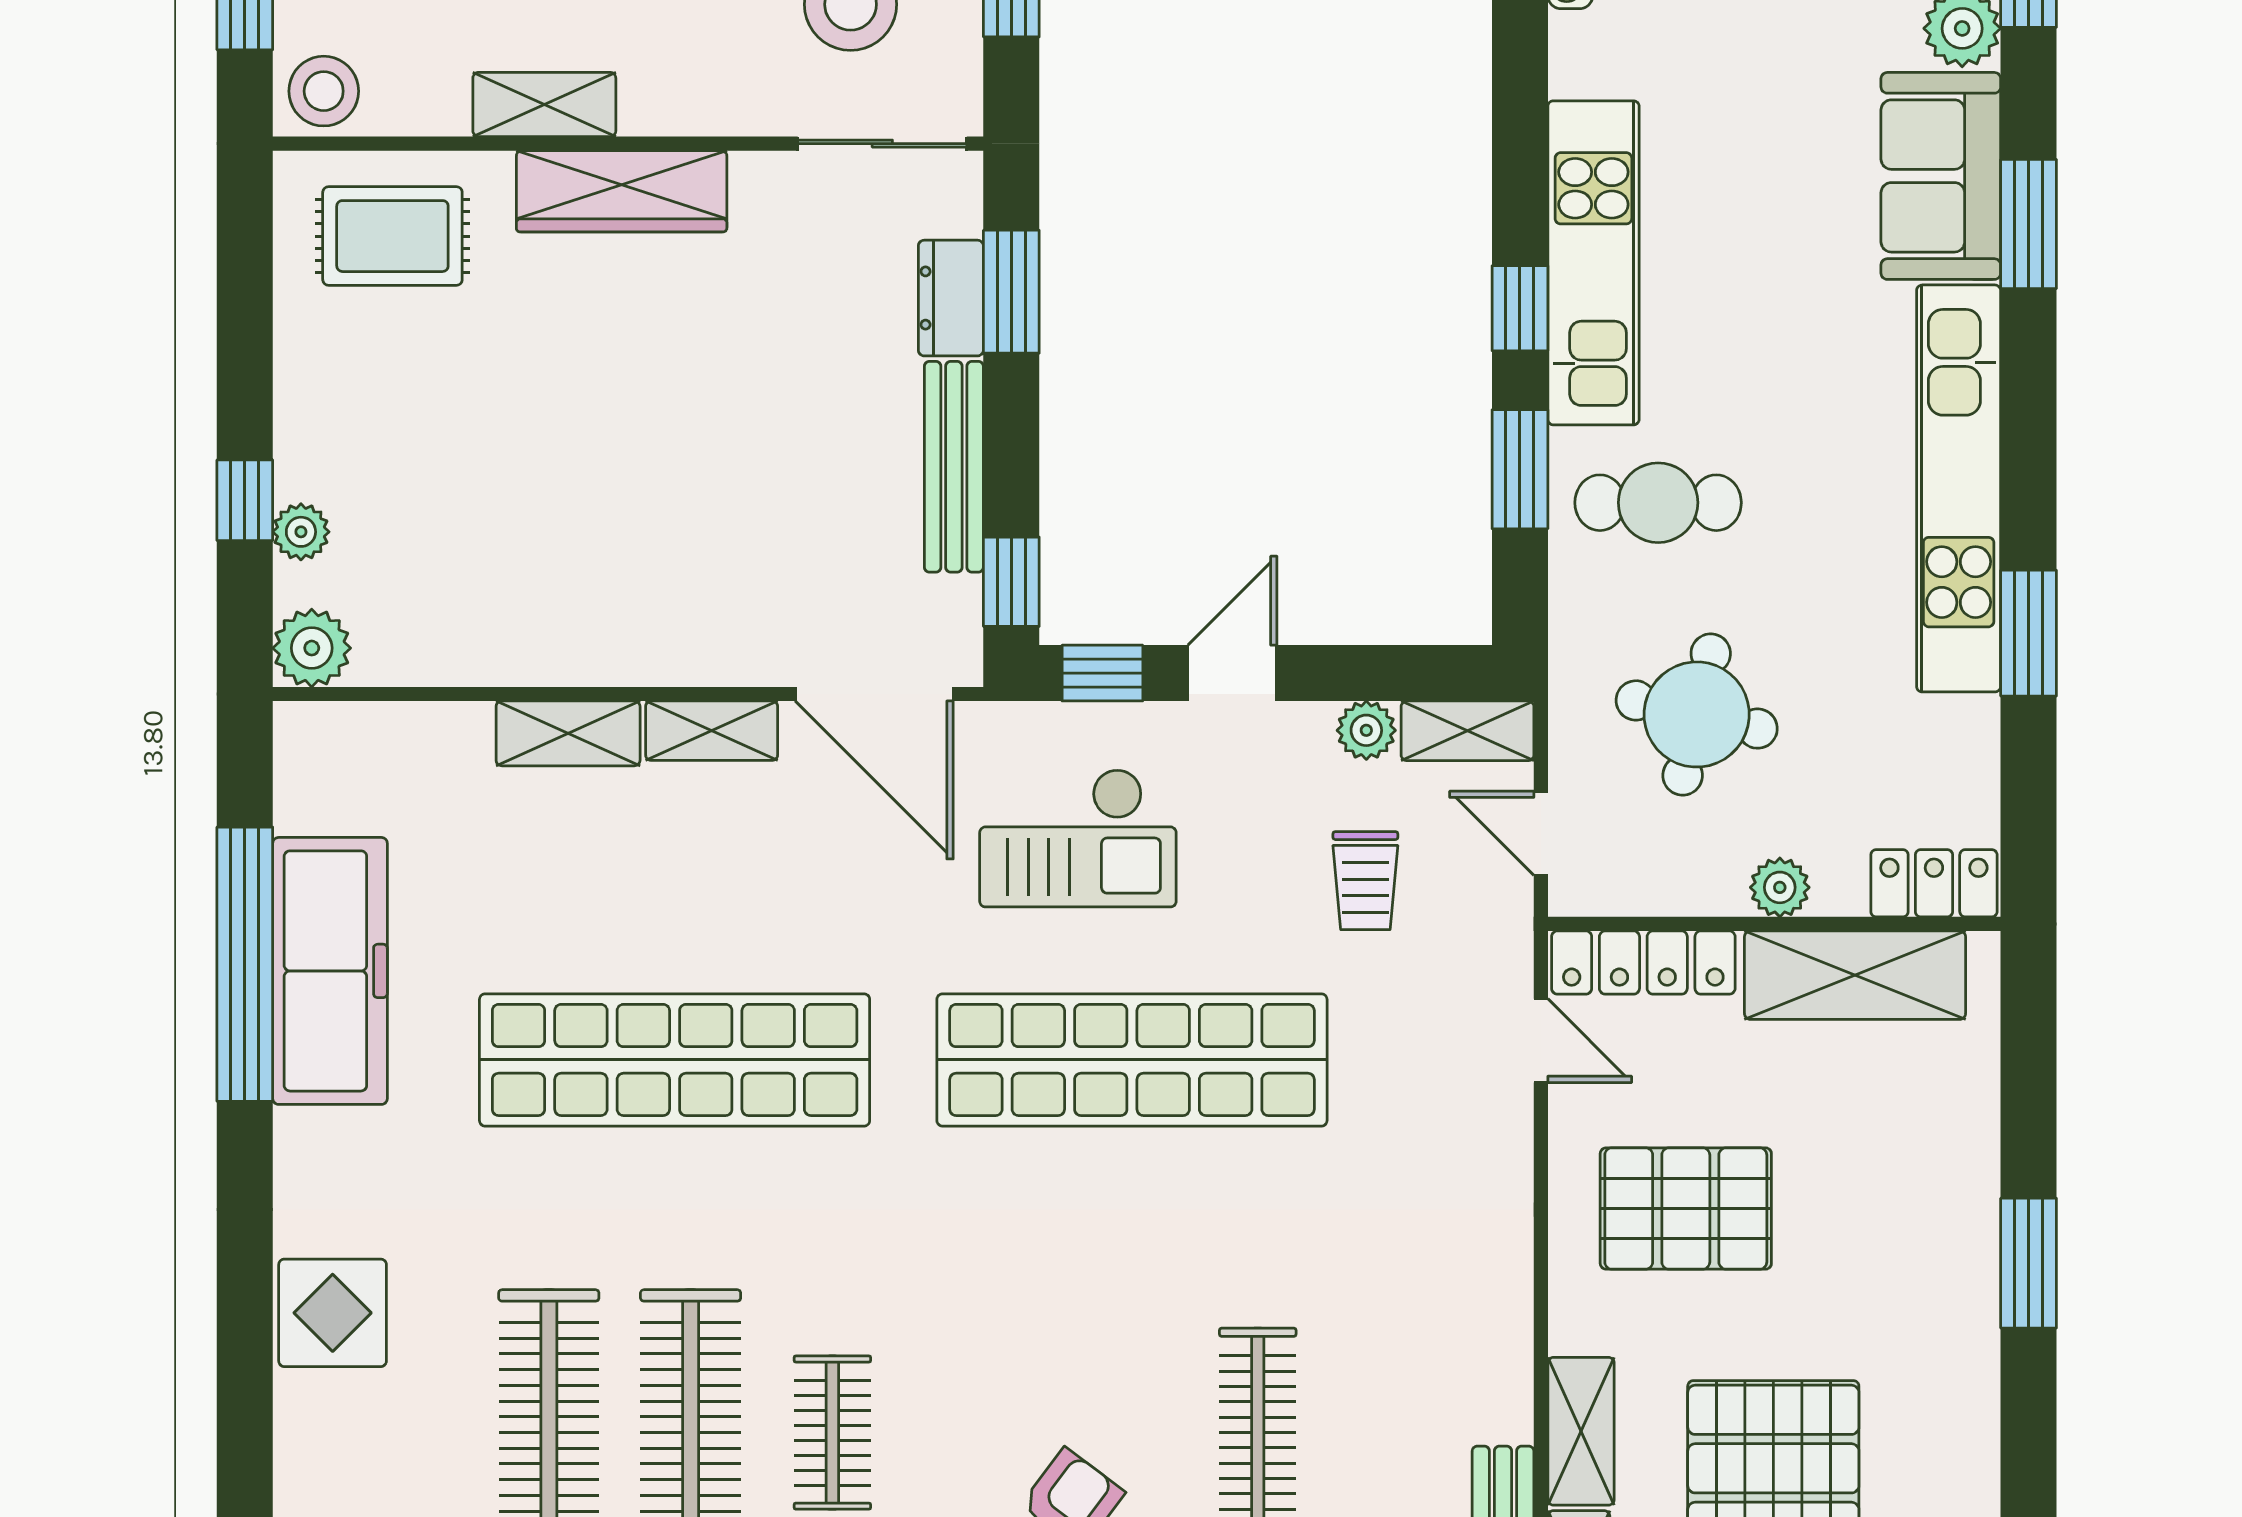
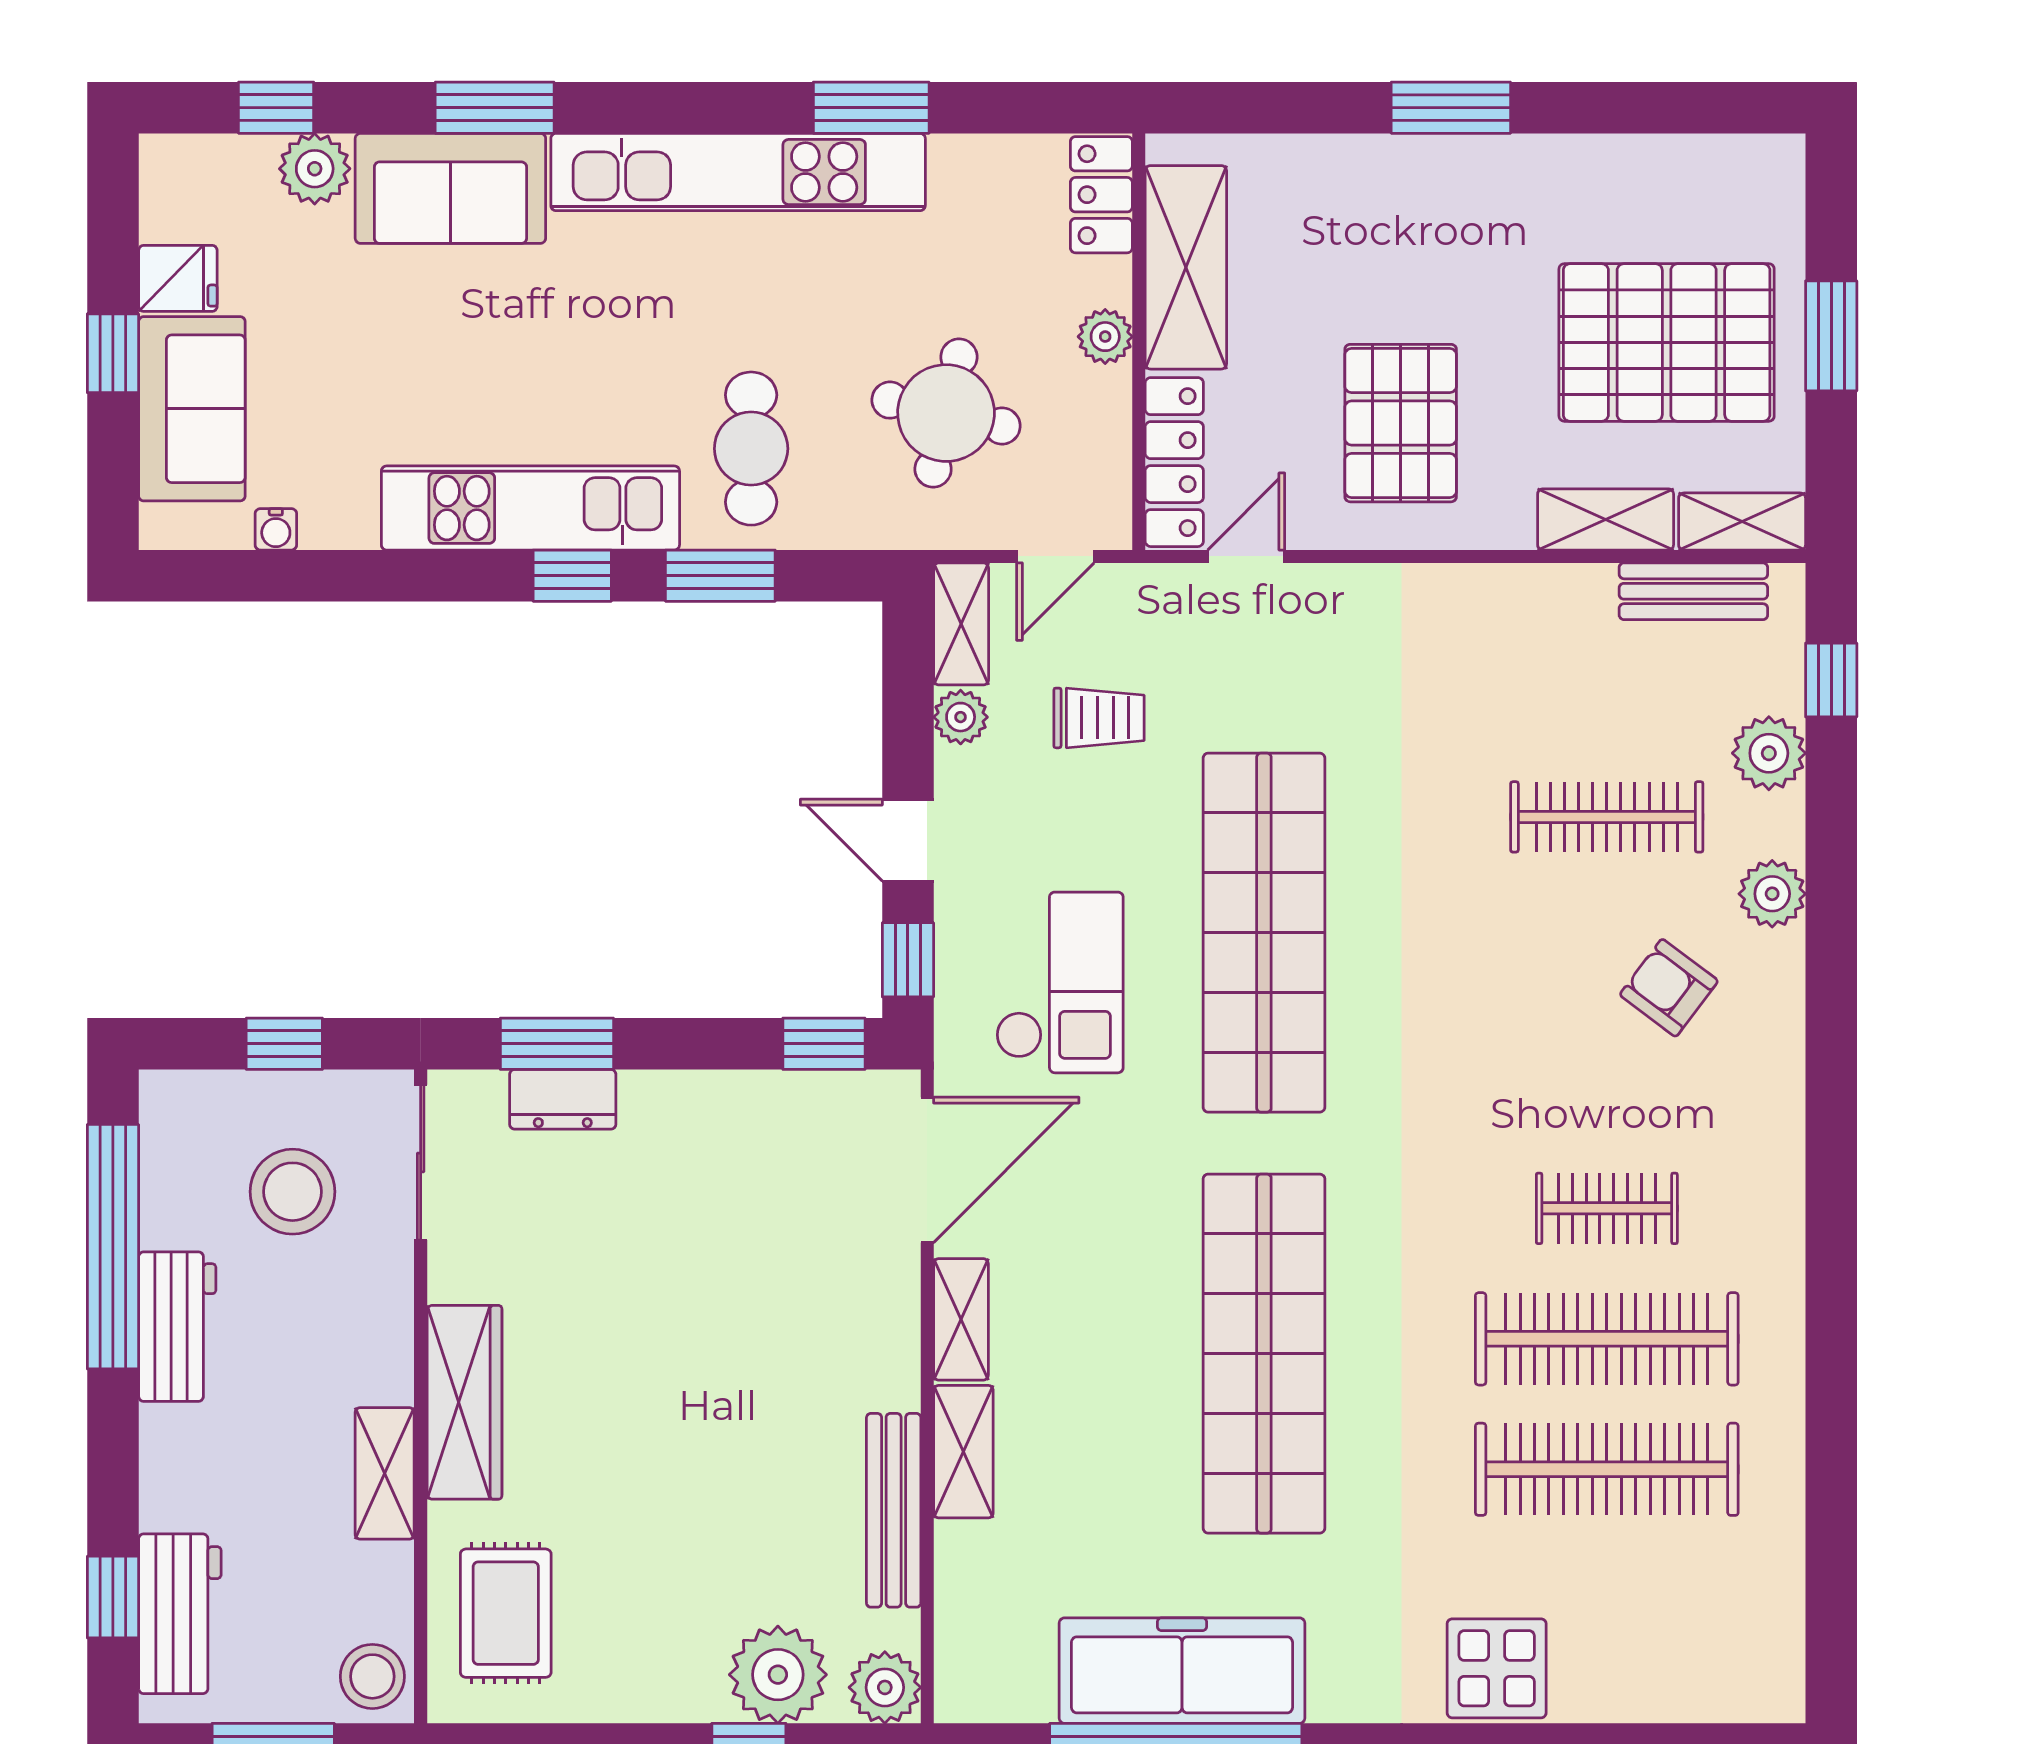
bench: (954, 467) -> (894, 1510), moved, turned 90
plant: (301, 532) -> (778, 1675), width x1.88, depth x1.88

